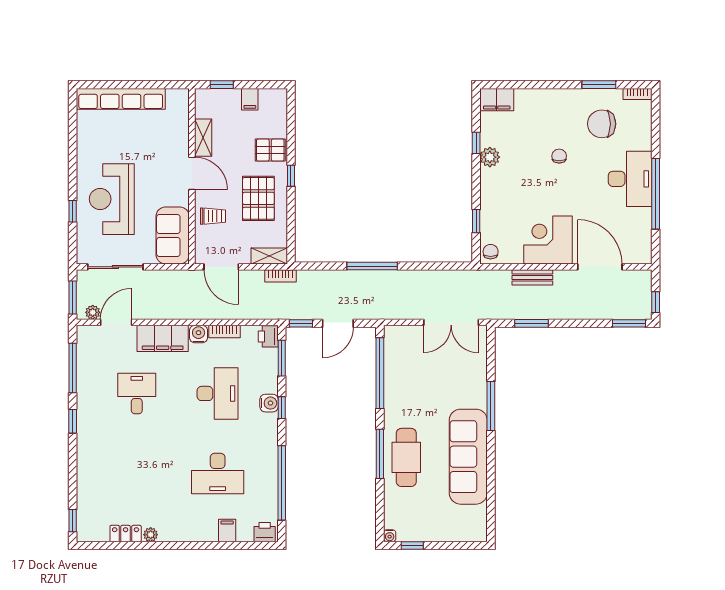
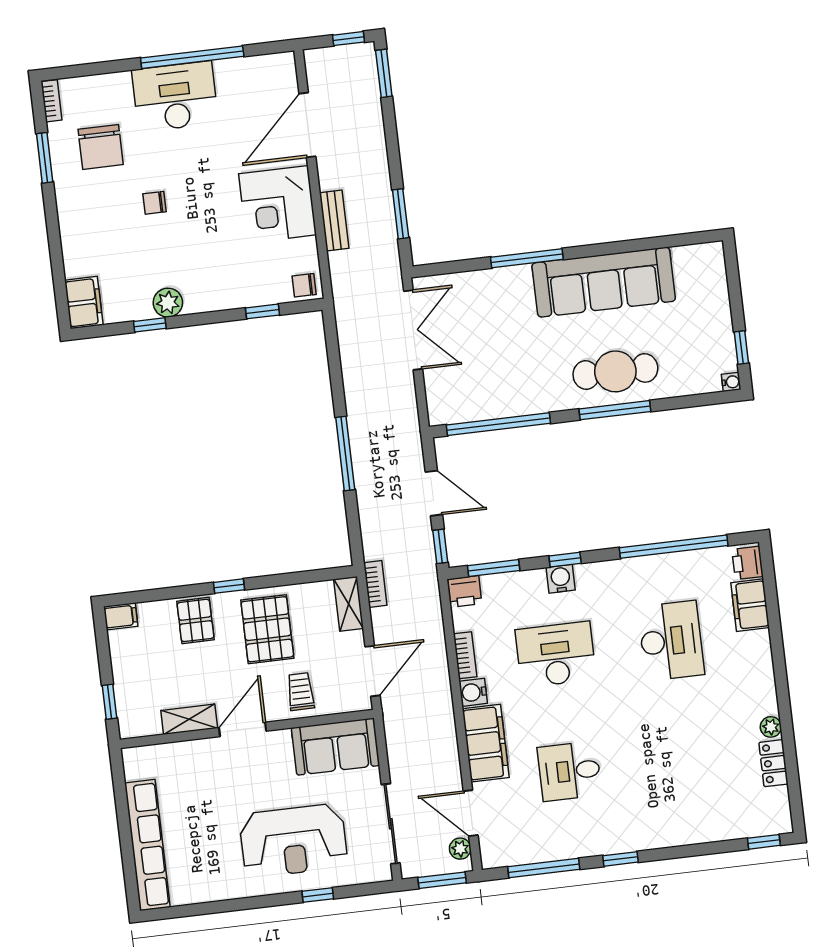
filing cabinet: (250, 99) -> (121, 616), moved
pallet: (258, 198) -> (267, 629), turned 90
filing cabinet: (227, 530) -> (750, 605), width x2.00

